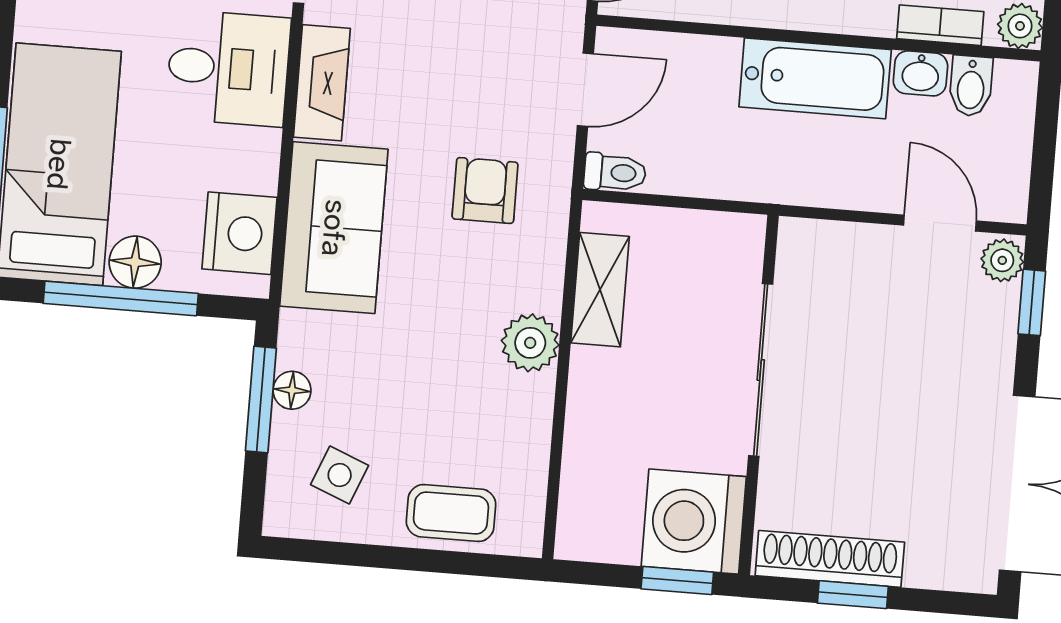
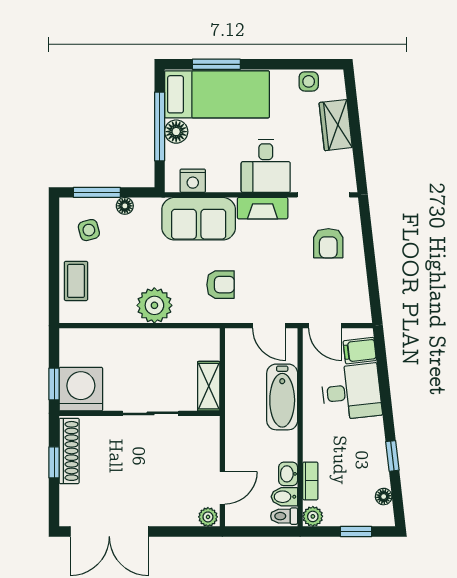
bathtub: (815, 78) -> (282, 397), moved
toilet: (615, 172) -> (284, 516), moved, turned 90
nightstand: (240, 233) -> (193, 181), width x0.74, depth x0.75
shelving: (600, 290) -> (209, 386), moved, turned 90
window: (1032, 302) -> (190, 532), removed
plant: (530, 343) -> (154, 305), width x1.36, depth x1.36
sliding door: (761, 370) -> (151, 413), width x0.73
window: (261, 400) -> (97, 192), moved
side table: (340, 475) -> (89, 230), turned -37

